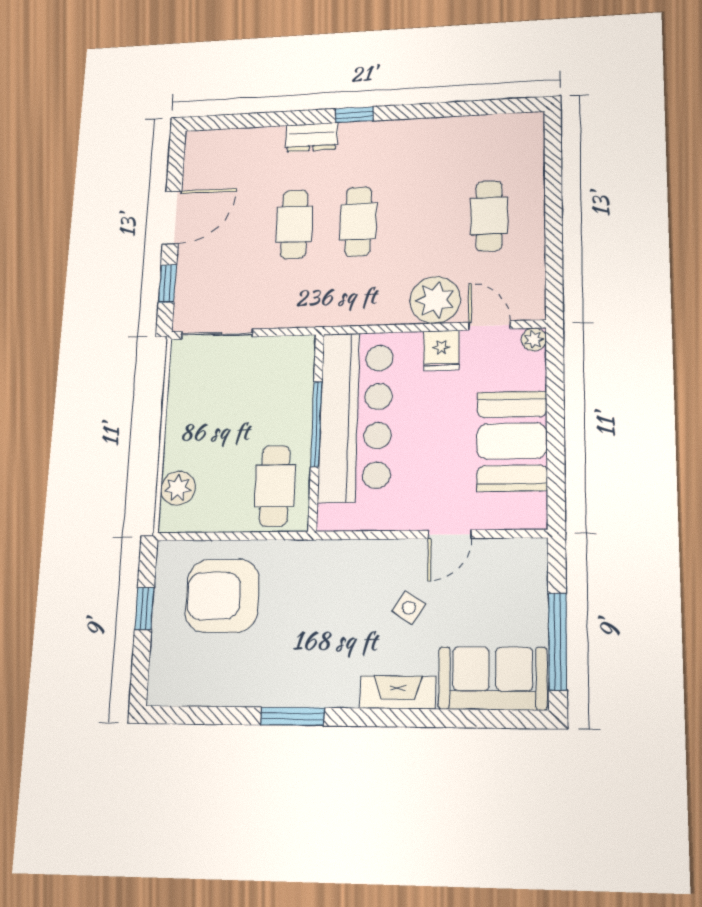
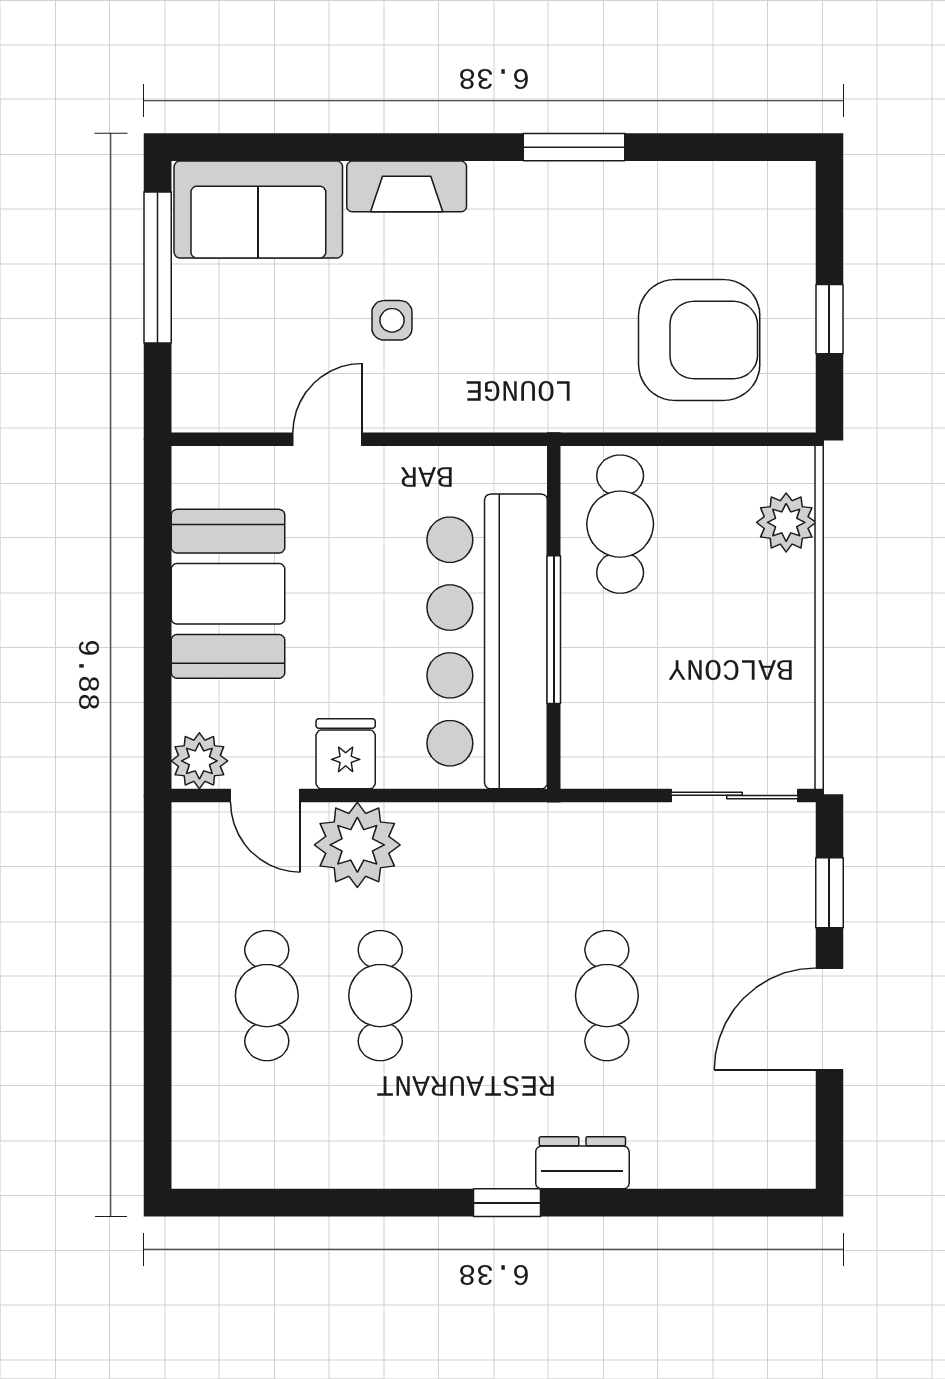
cafe table: (358, 222) -> (380, 996), moved
plant: (534, 339) -> (199, 761), width x1.38, depth x1.38
side table: (409, 608) -> (392, 320), turned -34

